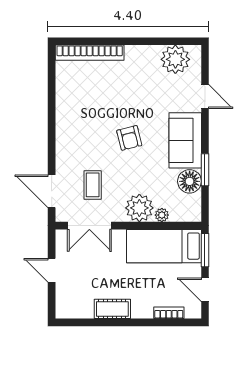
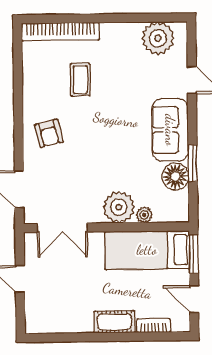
armchair: (129, 138) -> (49, 133), moved
coffee table: (93, 185) -> (80, 80), moved
cot: (112, 309) -> (115, 322), moved

